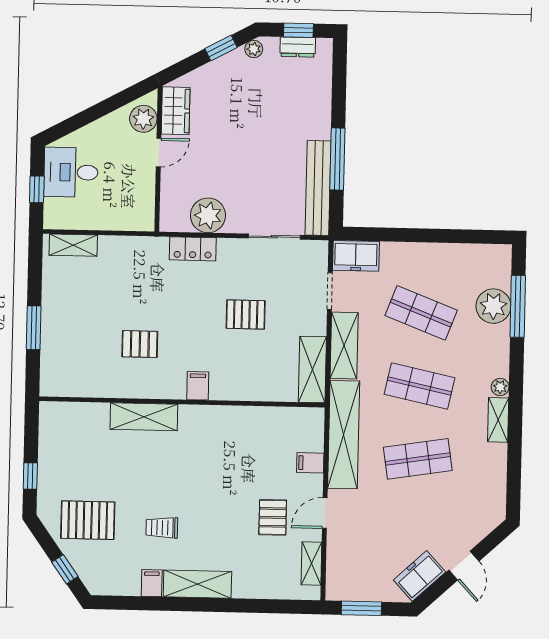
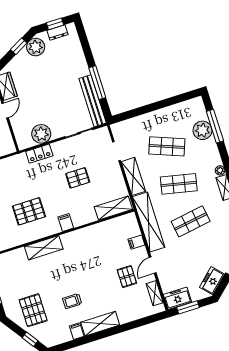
plant: (254, 49) -> (36, 47), width x1.88, depth x1.88
freezer: (356, 256) -> (177, 298), moved, turned 180
pallet: (140, 344) -> (29, 211), width x1.50, depth x1.42
shelving: (312, 370) -> (113, 208), moved, turned 90
pallet: (88, 520) -> (33, 310), turned 90

